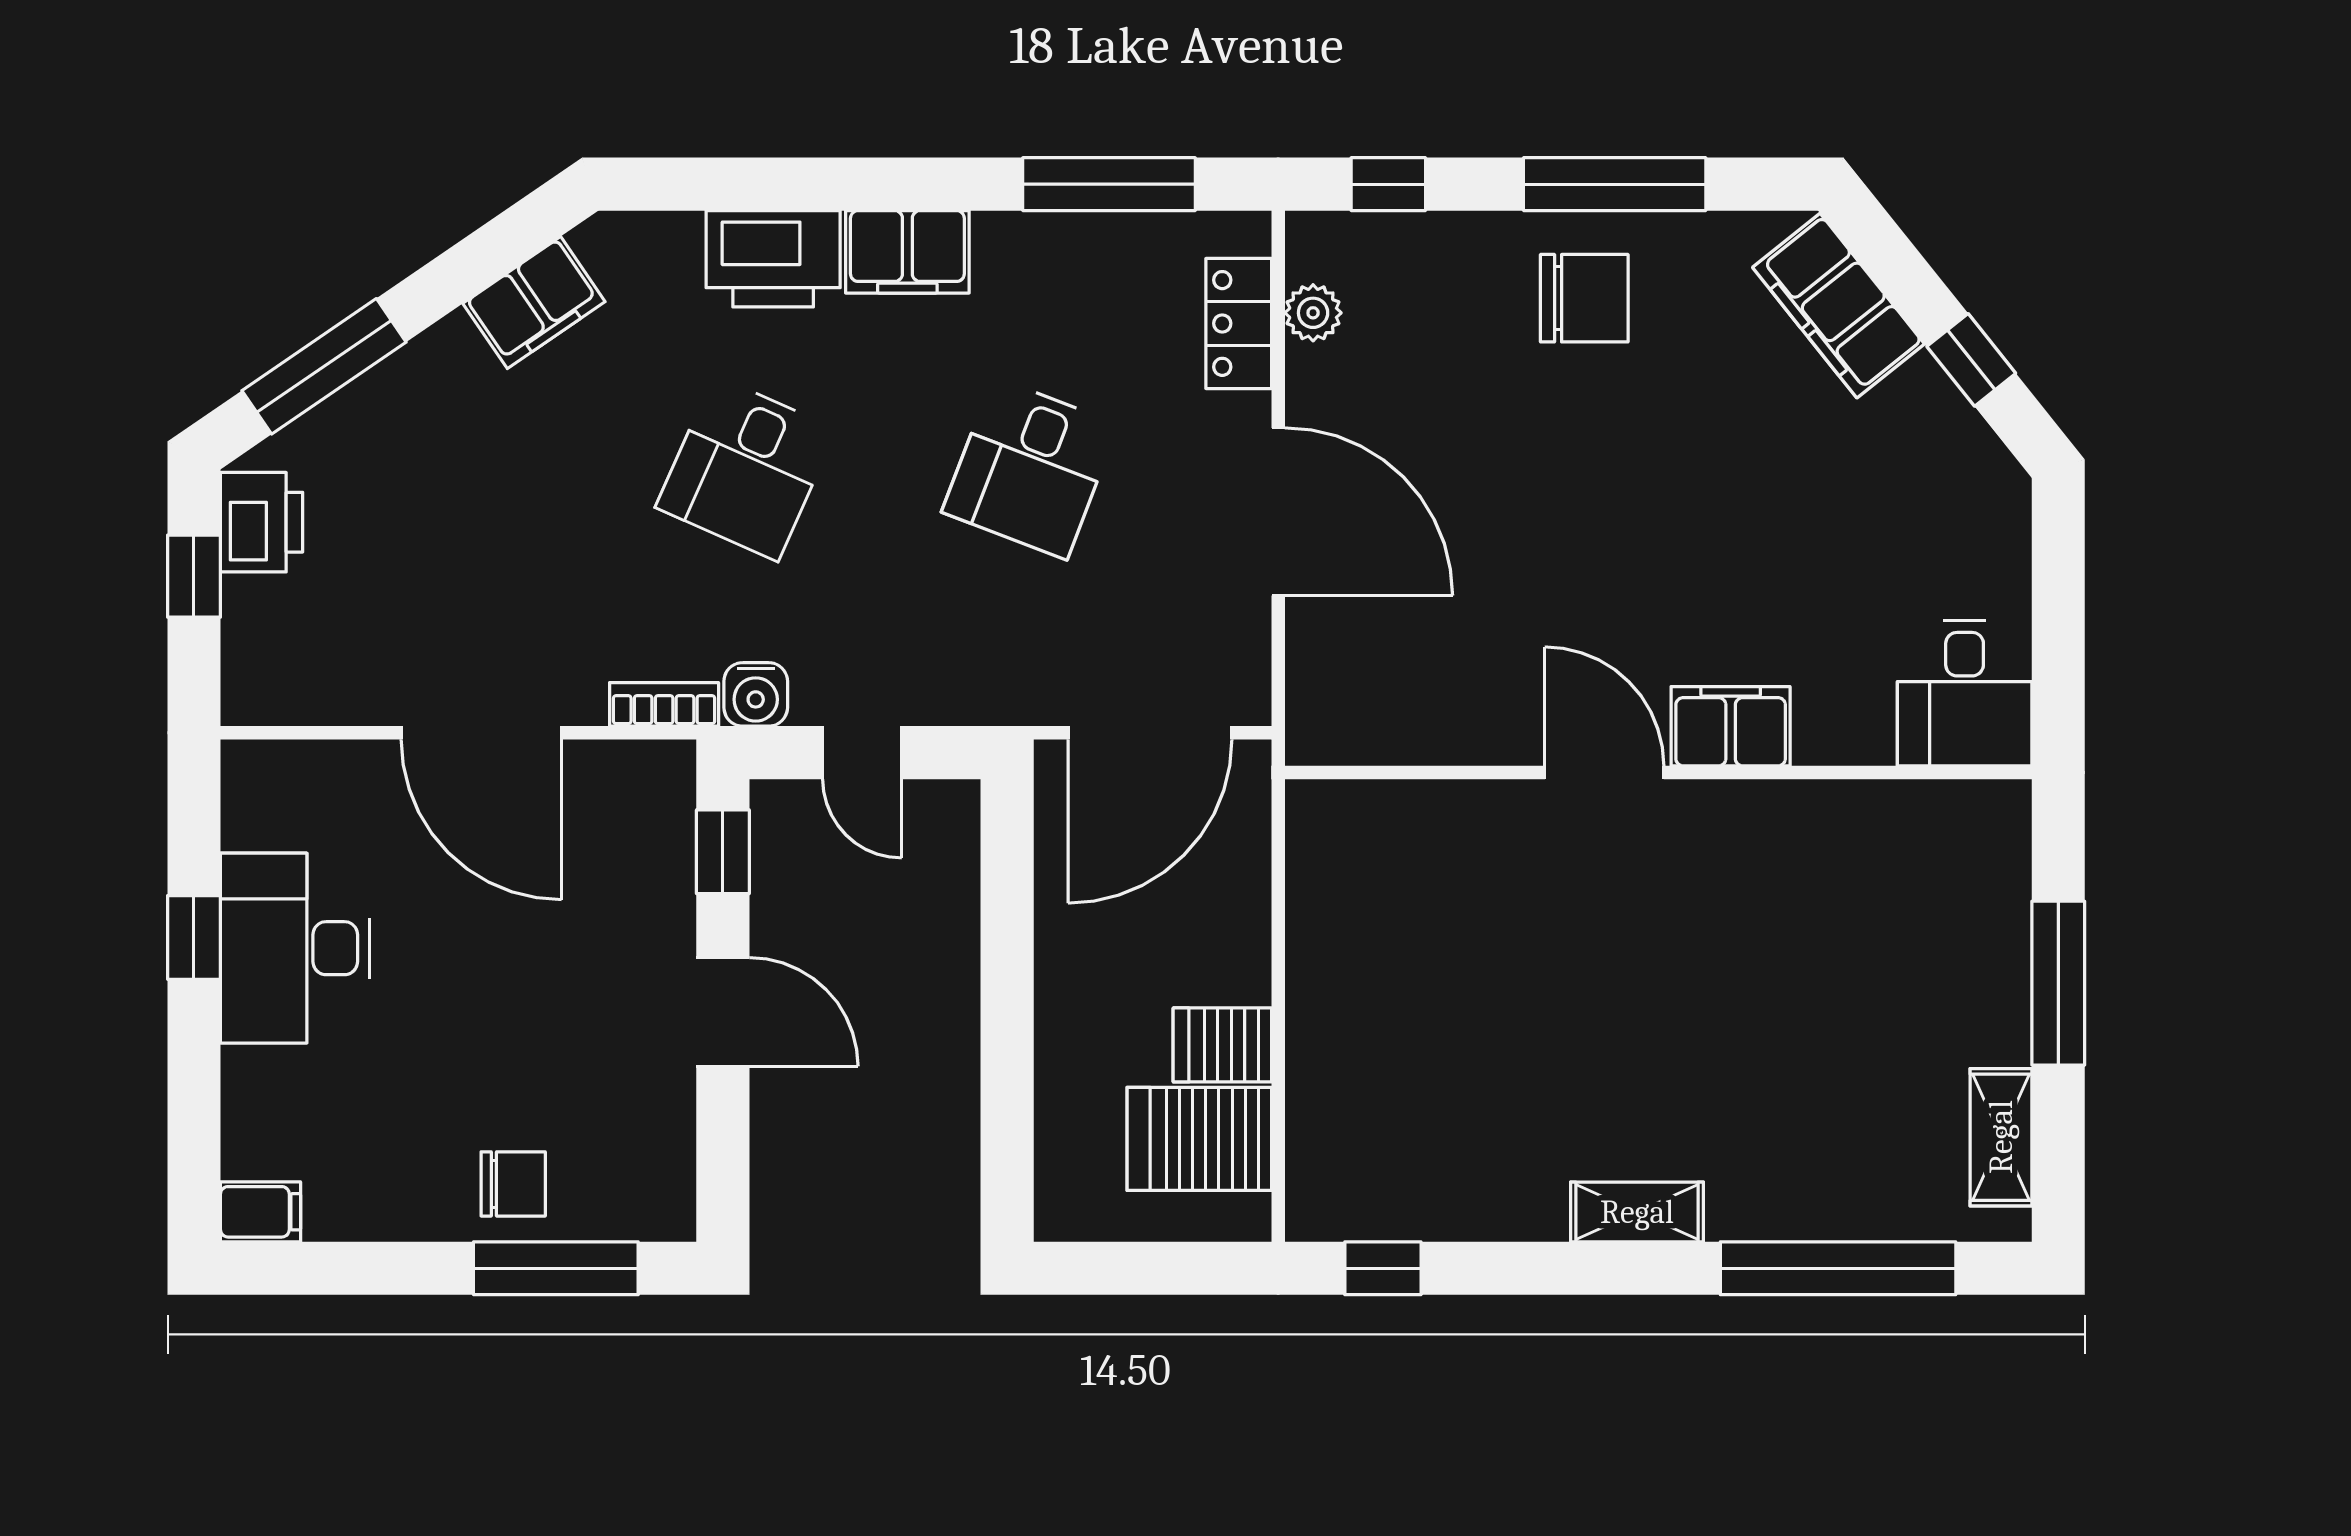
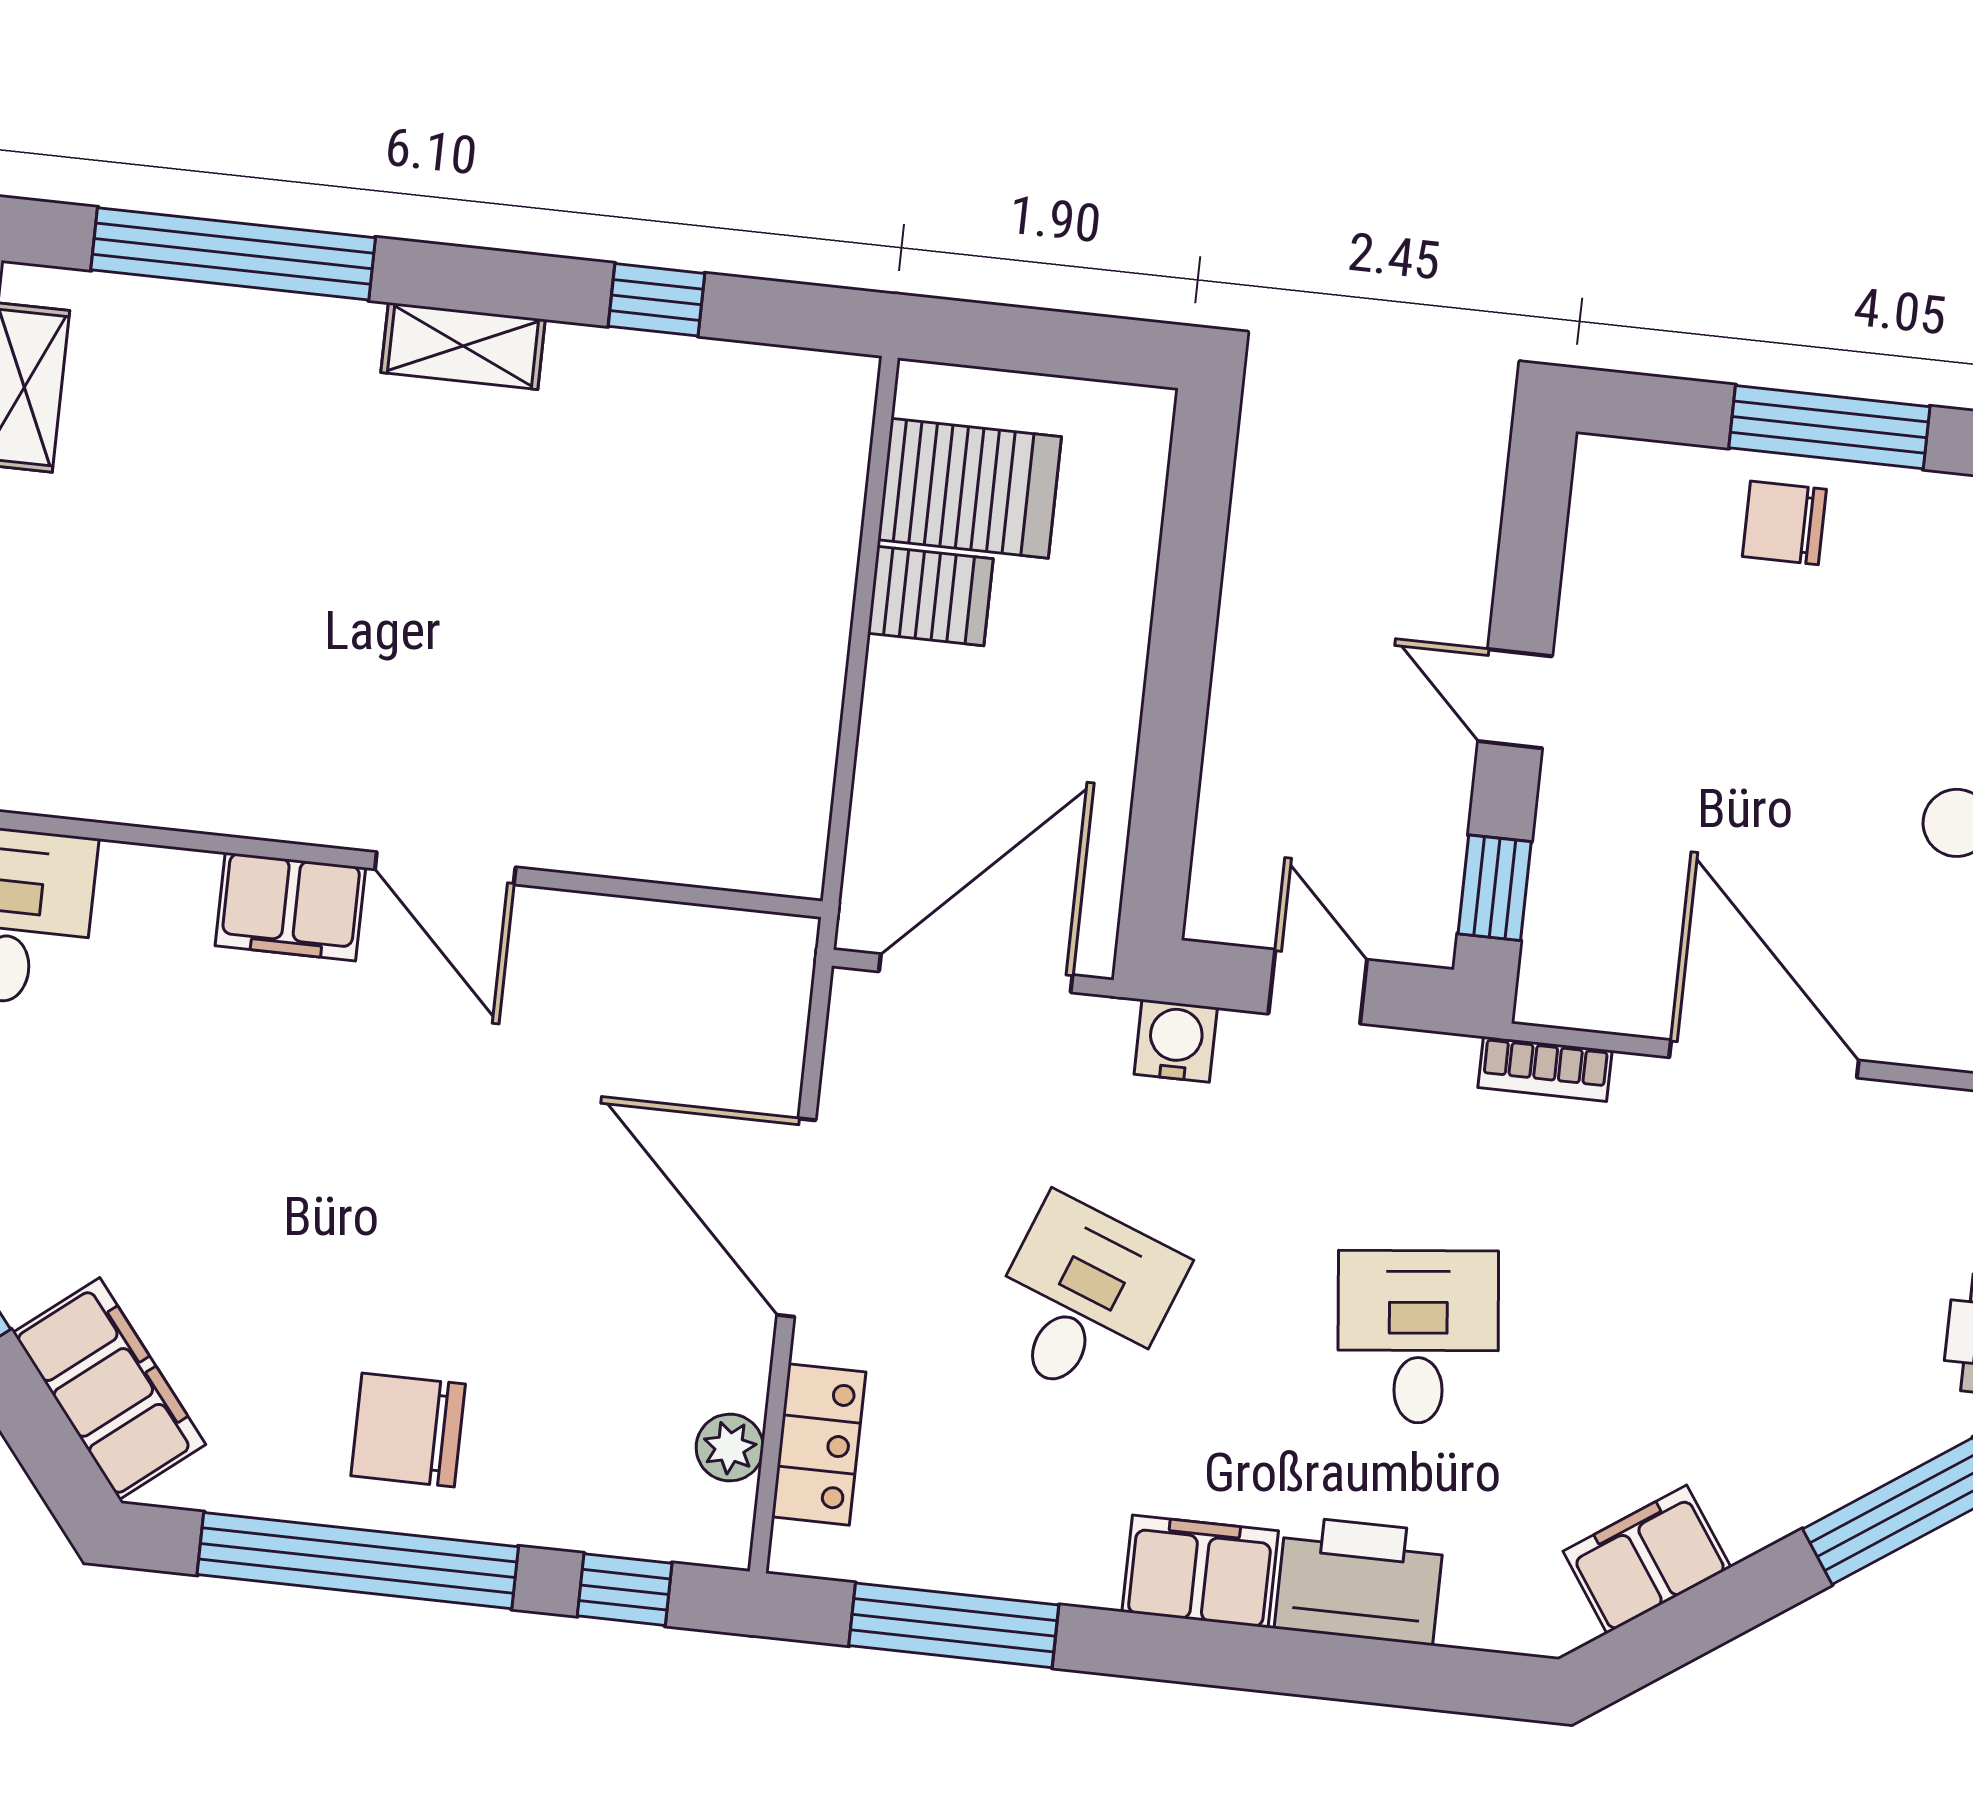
window: (1615, 184) -> (358, 1561), width x1.46
desk: (746, 468) -> (1418, 1337), turned -30
water cooler: (756, 694) -> (1176, 1041), moved
door: (723, 1012) -> (1515, 699), width x0.73
window: (556, 1268) -> (1829, 427), moved
window: (1383, 1268) -> (656, 300), moved

